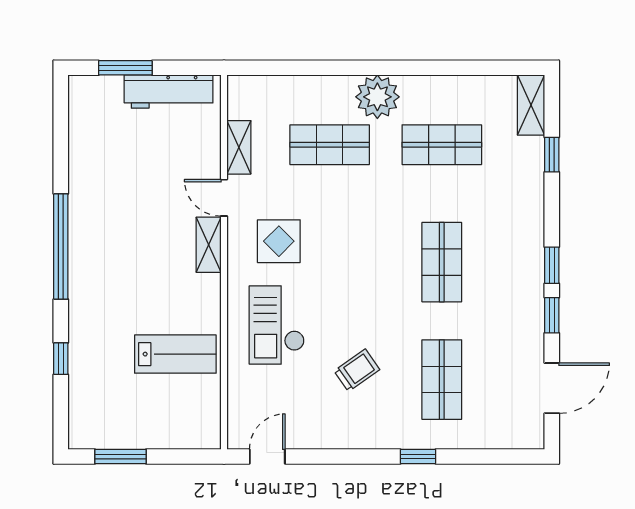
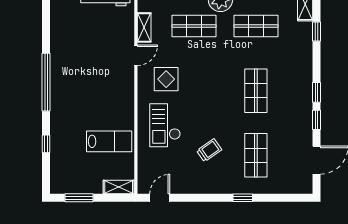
door: (224, 198) -> (136, 55), swing flipped
shelving: (209, 245) -> (119, 187), moved, turned 90

